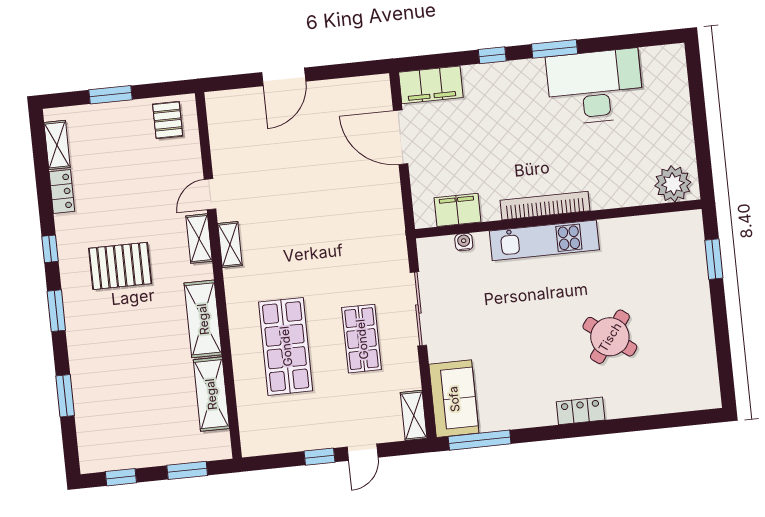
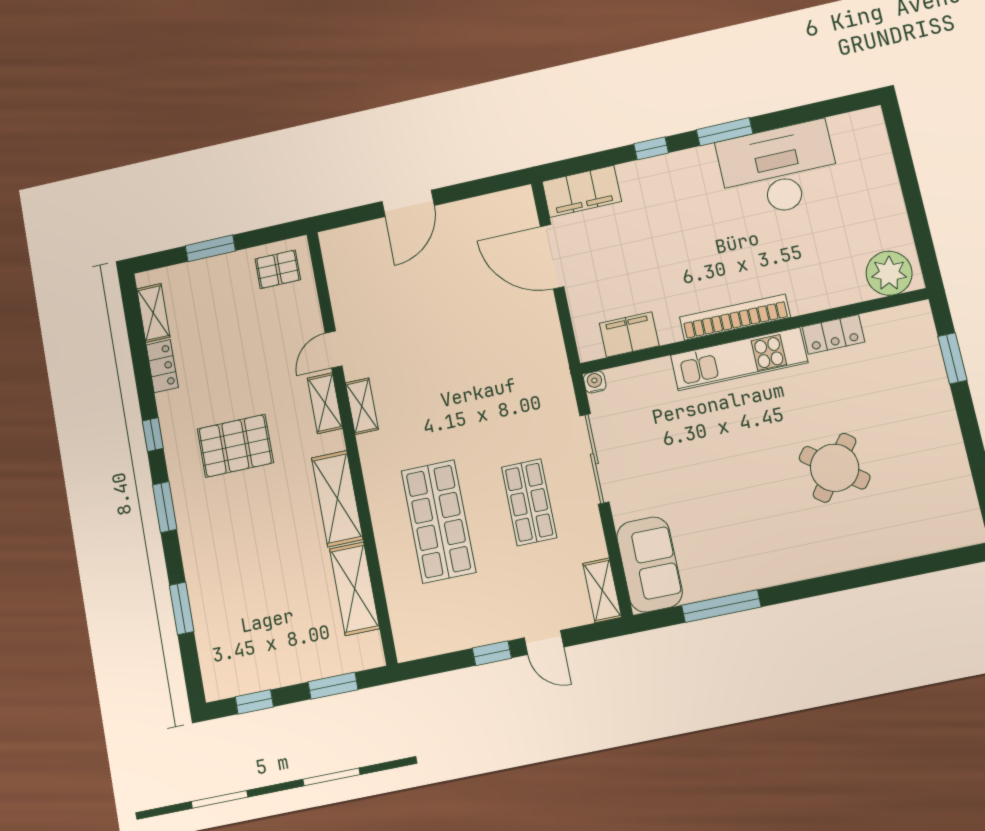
pallet: (168, 120) -> (278, 269), turned 90
water cooler: (464, 242) -> (595, 382), moved
locker: (581, 411) -> (833, 334), moved, turned 180
window: (480, 440) -> (721, 606), moved
door: (363, 452) -> (544, 642), hinge flipped

